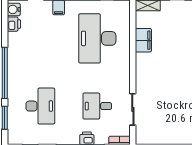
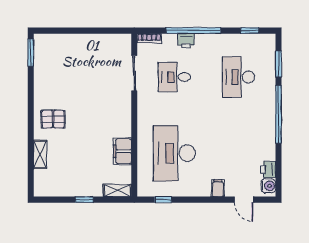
desk: (97, 38) -> (174, 153), turned 180
desk: (97, 106) -> (174, 77), turned 180

